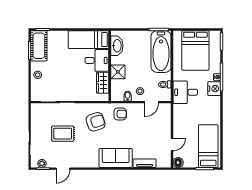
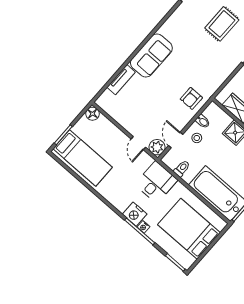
plant: (165, 109) -> (157, 147), added
armchair: (96, 122) -> (205, 67), removed
door: (172, 144) -> (138, 143), moved

